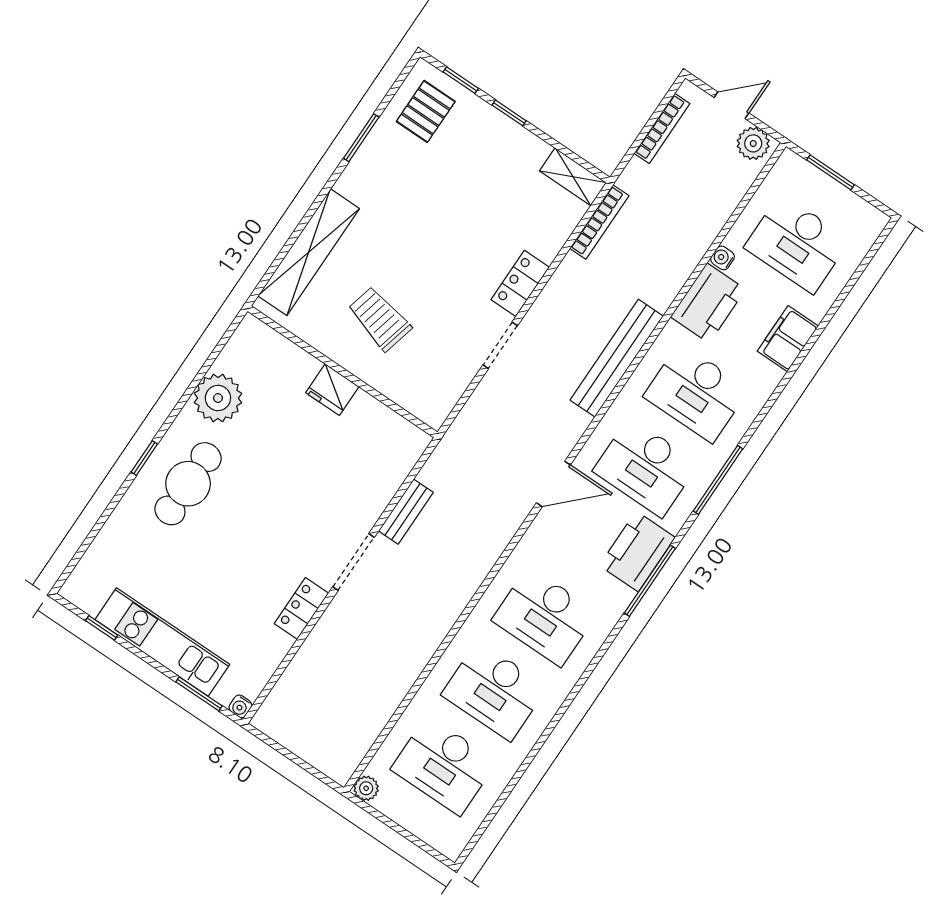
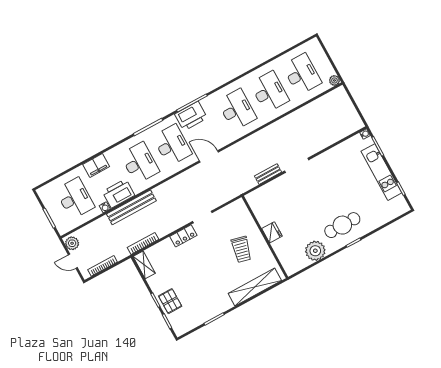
pallet: (426, 111) -> (170, 301), moved, turned 90
bench: (617, 358) -> (131, 207), moved
locker: (301, 608) -> (324, 158), removed

